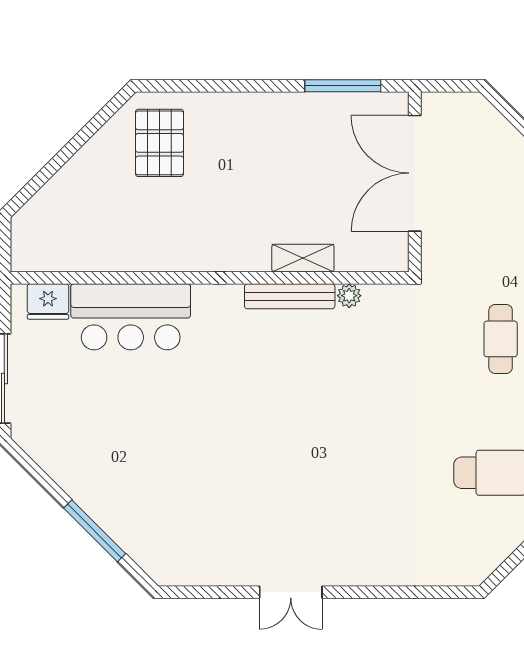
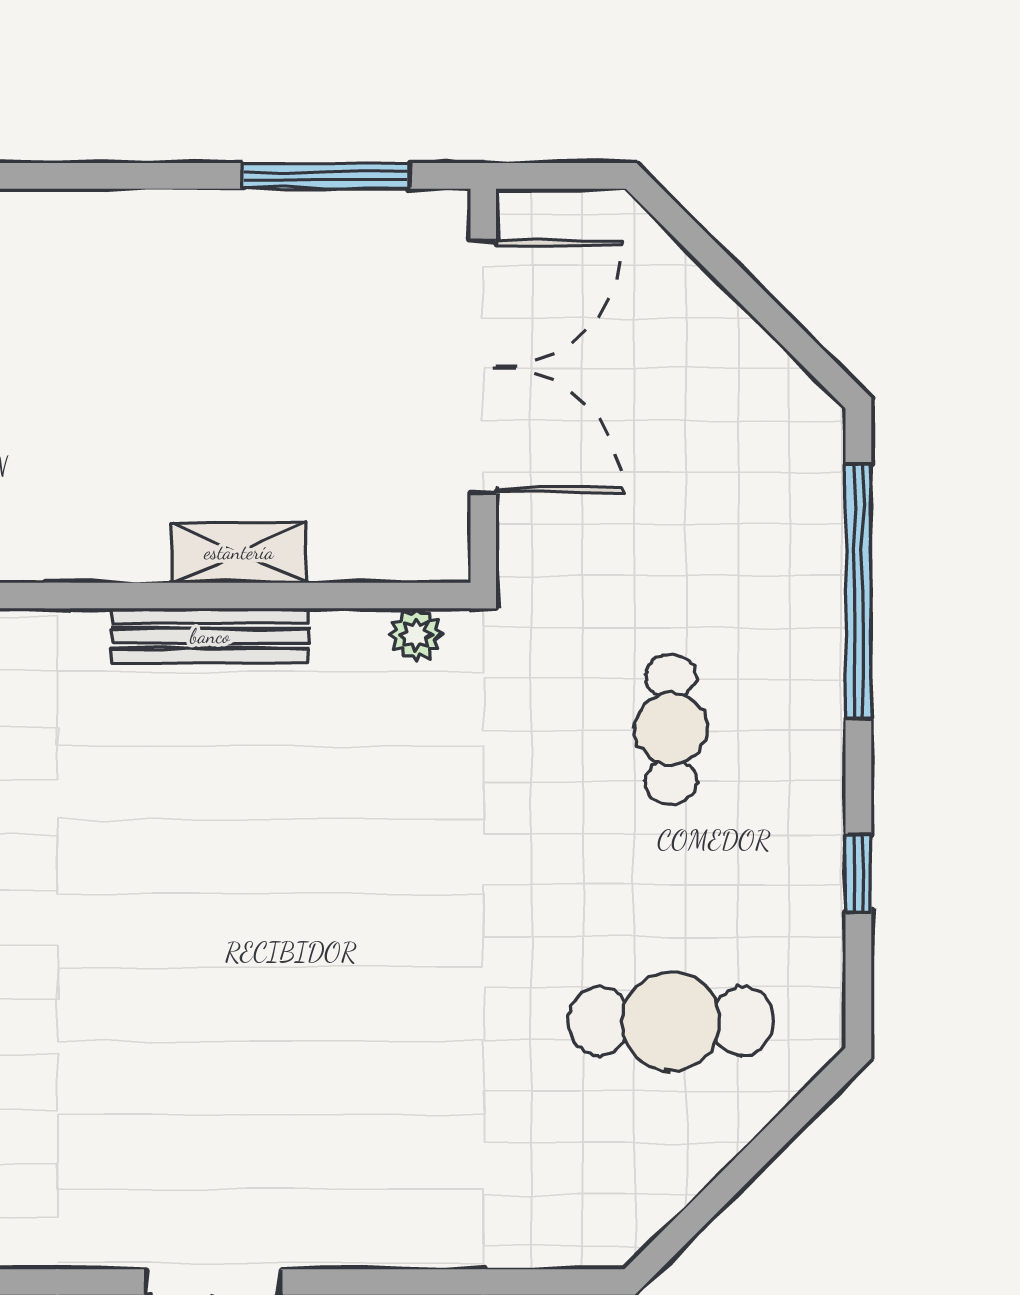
double door: (415, 173) -> (483, 367), swing flipped
plant: (349, 296) -> (416, 635), moved

